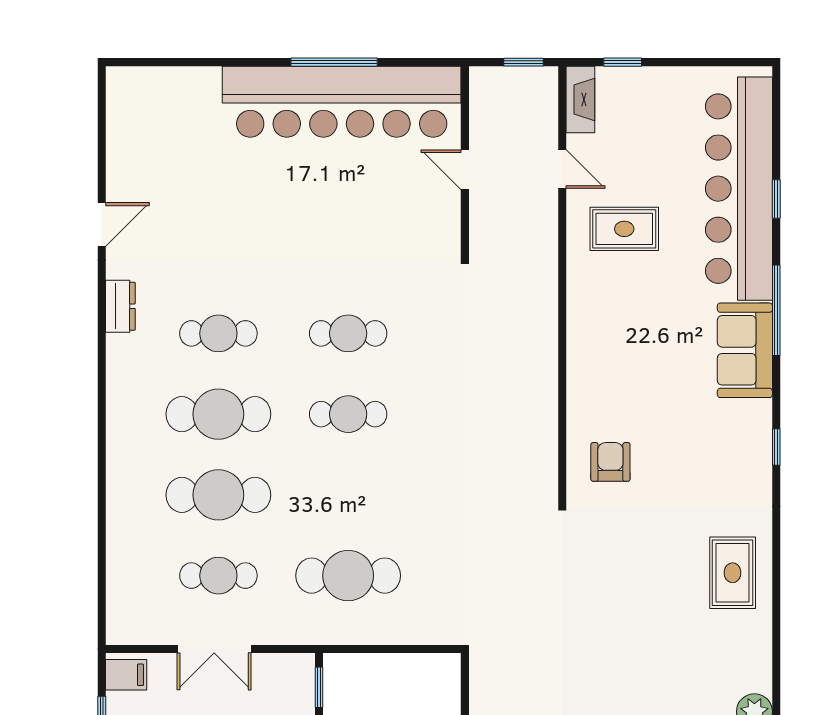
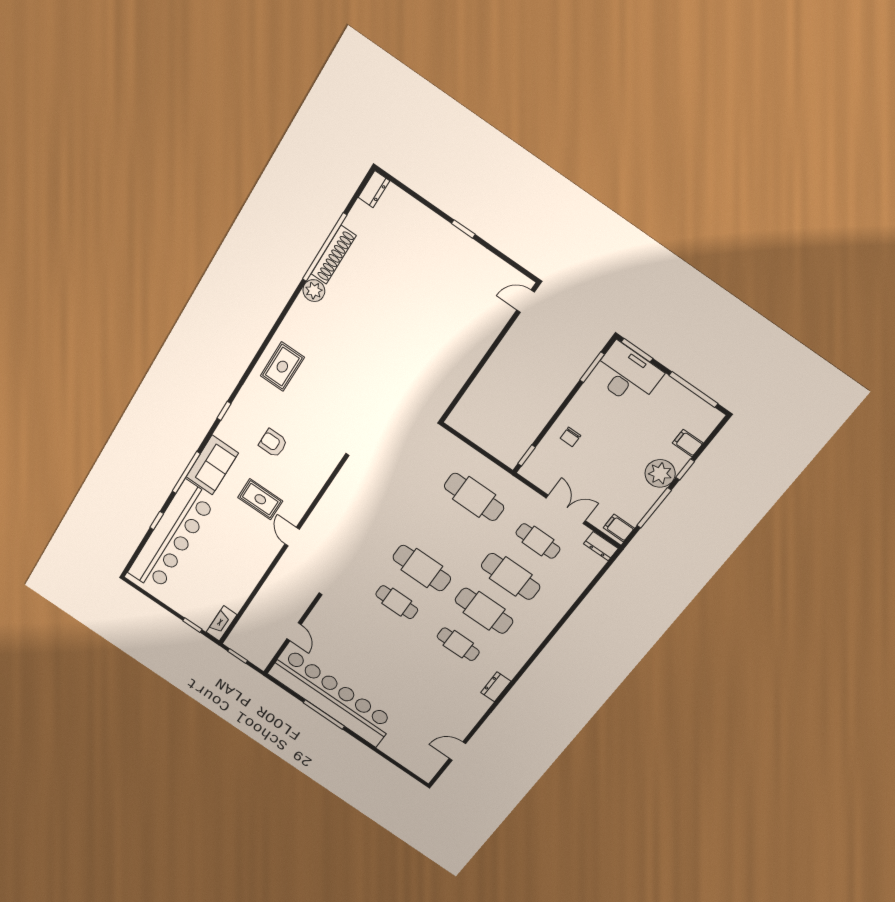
door: (562, 169) -> (292, 537), moved
door: (102, 225) -> (457, 751), moved
rug: (624, 229) -> (260, 499), moved
cafe table: (348, 414) -> (422, 568), width x1.37, depth x1.35
armchair: (610, 462) -> (273, 443), moved, turned 90
dresser: (131, 631) -> (601, 546), added

